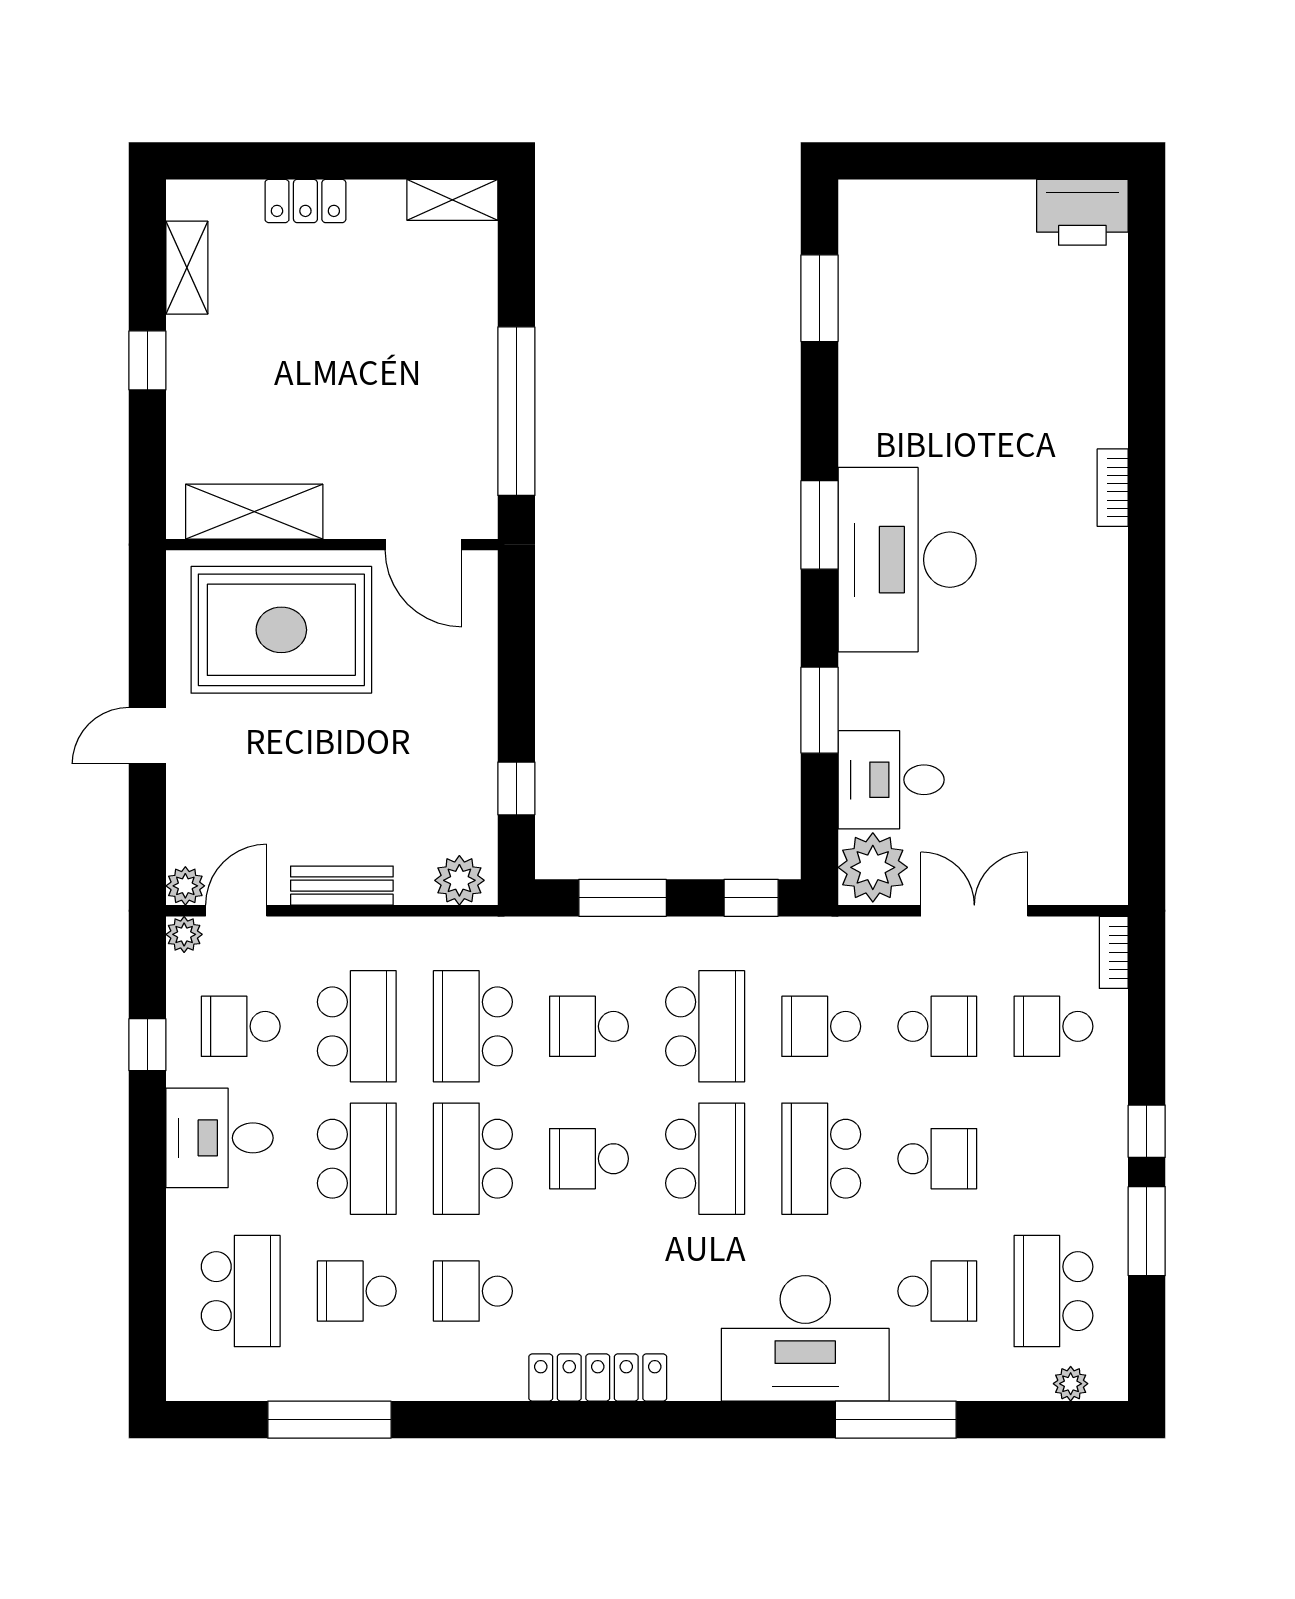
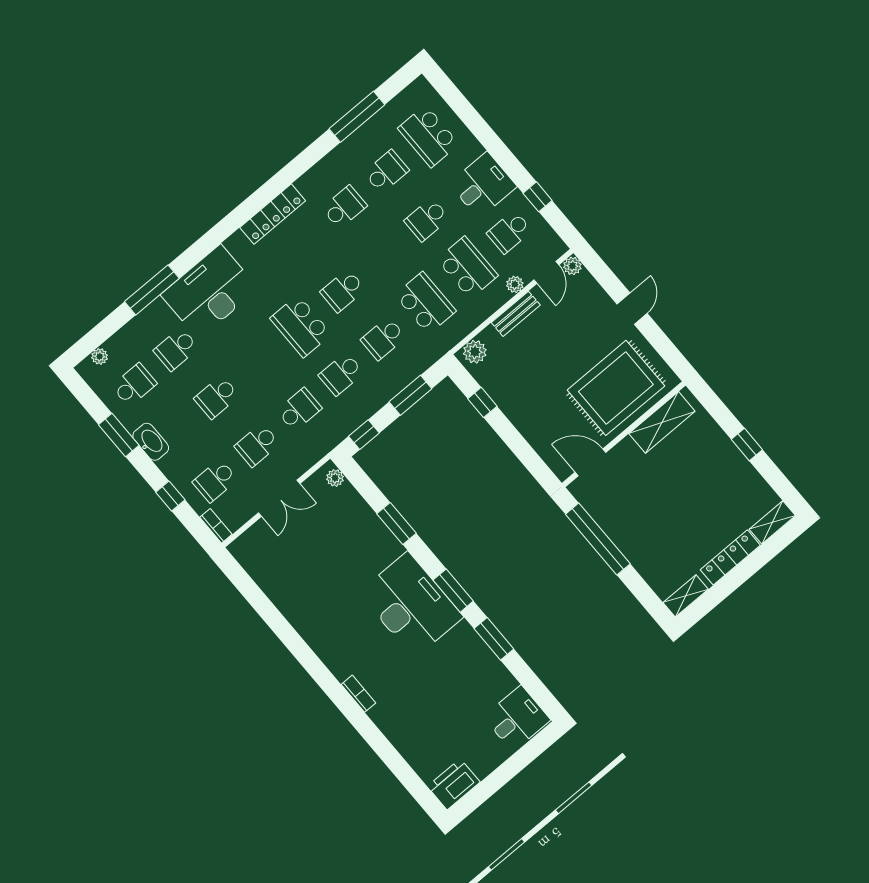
locker: (305, 201) -> (730, 557), width x1.53
shelving: (187, 268) -> (772, 522), moved, turned 90
window: (819, 298) -> (494, 639), moved
desk: (891, 780) -> (517, 718), moved
plant: (873, 867) -> (335, 478), width x0.53, depth x0.53
plant: (184, 934) -> (515, 284), moved
school desk: (241, 1026) -> (509, 232), turned 180
school desk: (357, 1026) -> (467, 267), turned 180
school desk: (589, 1026) -> (383, 339), turned 180
school desk: (705, 1026) -> (341, 374), width x0.54
school desk: (1053, 1026) -> (215, 481), turned 180
window: (1147, 1131) -> (170, 496), moved
school desk: (357, 1159) -> (427, 220), width x0.54
school desk: (473, 1159) -> (385, 255), removed
school desk: (589, 1159) -> (343, 291), turned 180
school desk: (821, 1159) -> (259, 362), removed
washbasin: (1104, 1177) -> (151, 442), added
school desk: (1053, 1291) -> (134, 385), width x0.54

